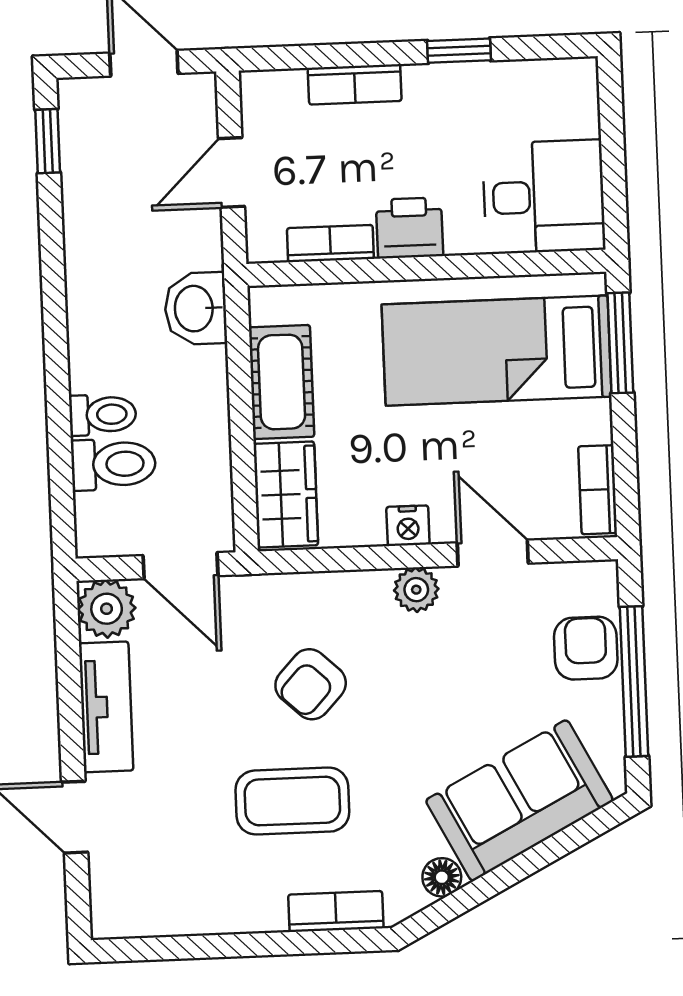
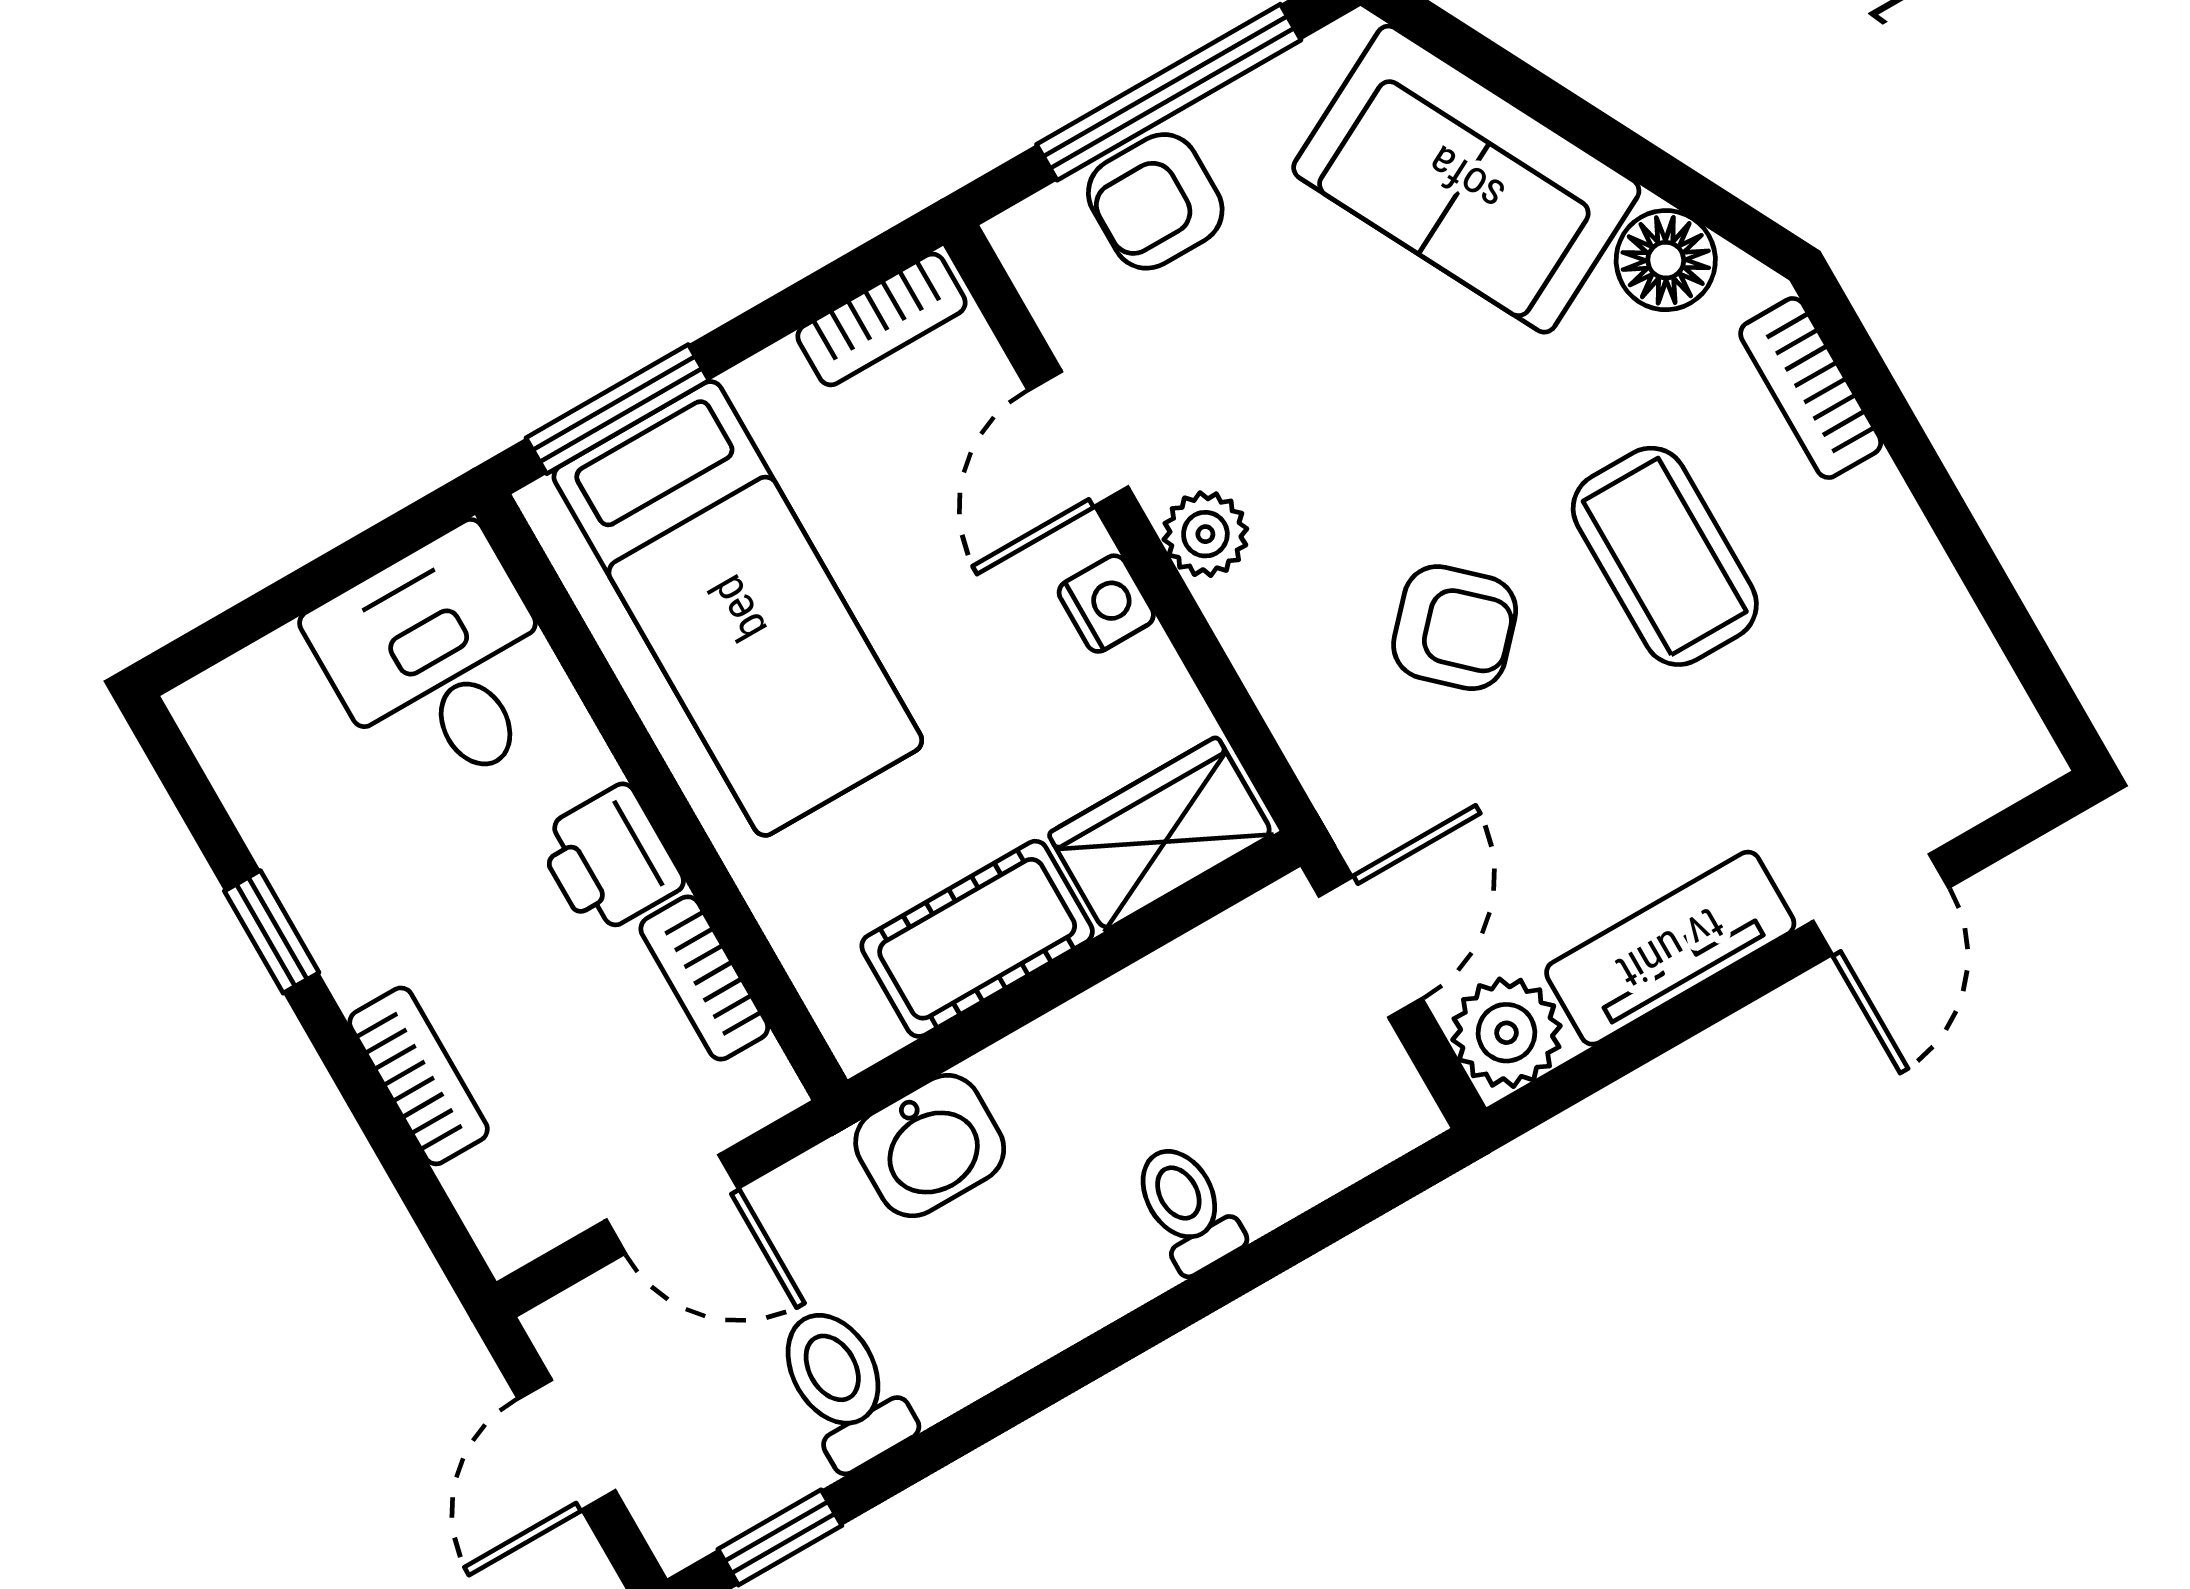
toilet: (113, 464) -> (843, 1387), moved
floor lamp: (442, 877) -> (1666, 260), width x1.37, depth x1.37

